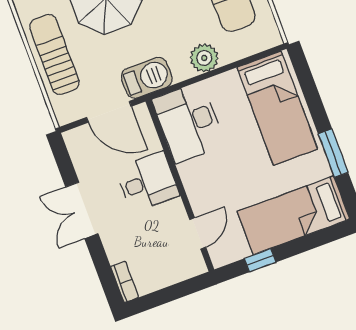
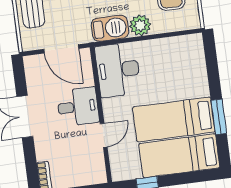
barbecue: (147, 78) -> (110, 28), moved
bed: (277, 108) -> (174, 120), moved, turned 90
door: (198, 233) -> (104, 135), moved

